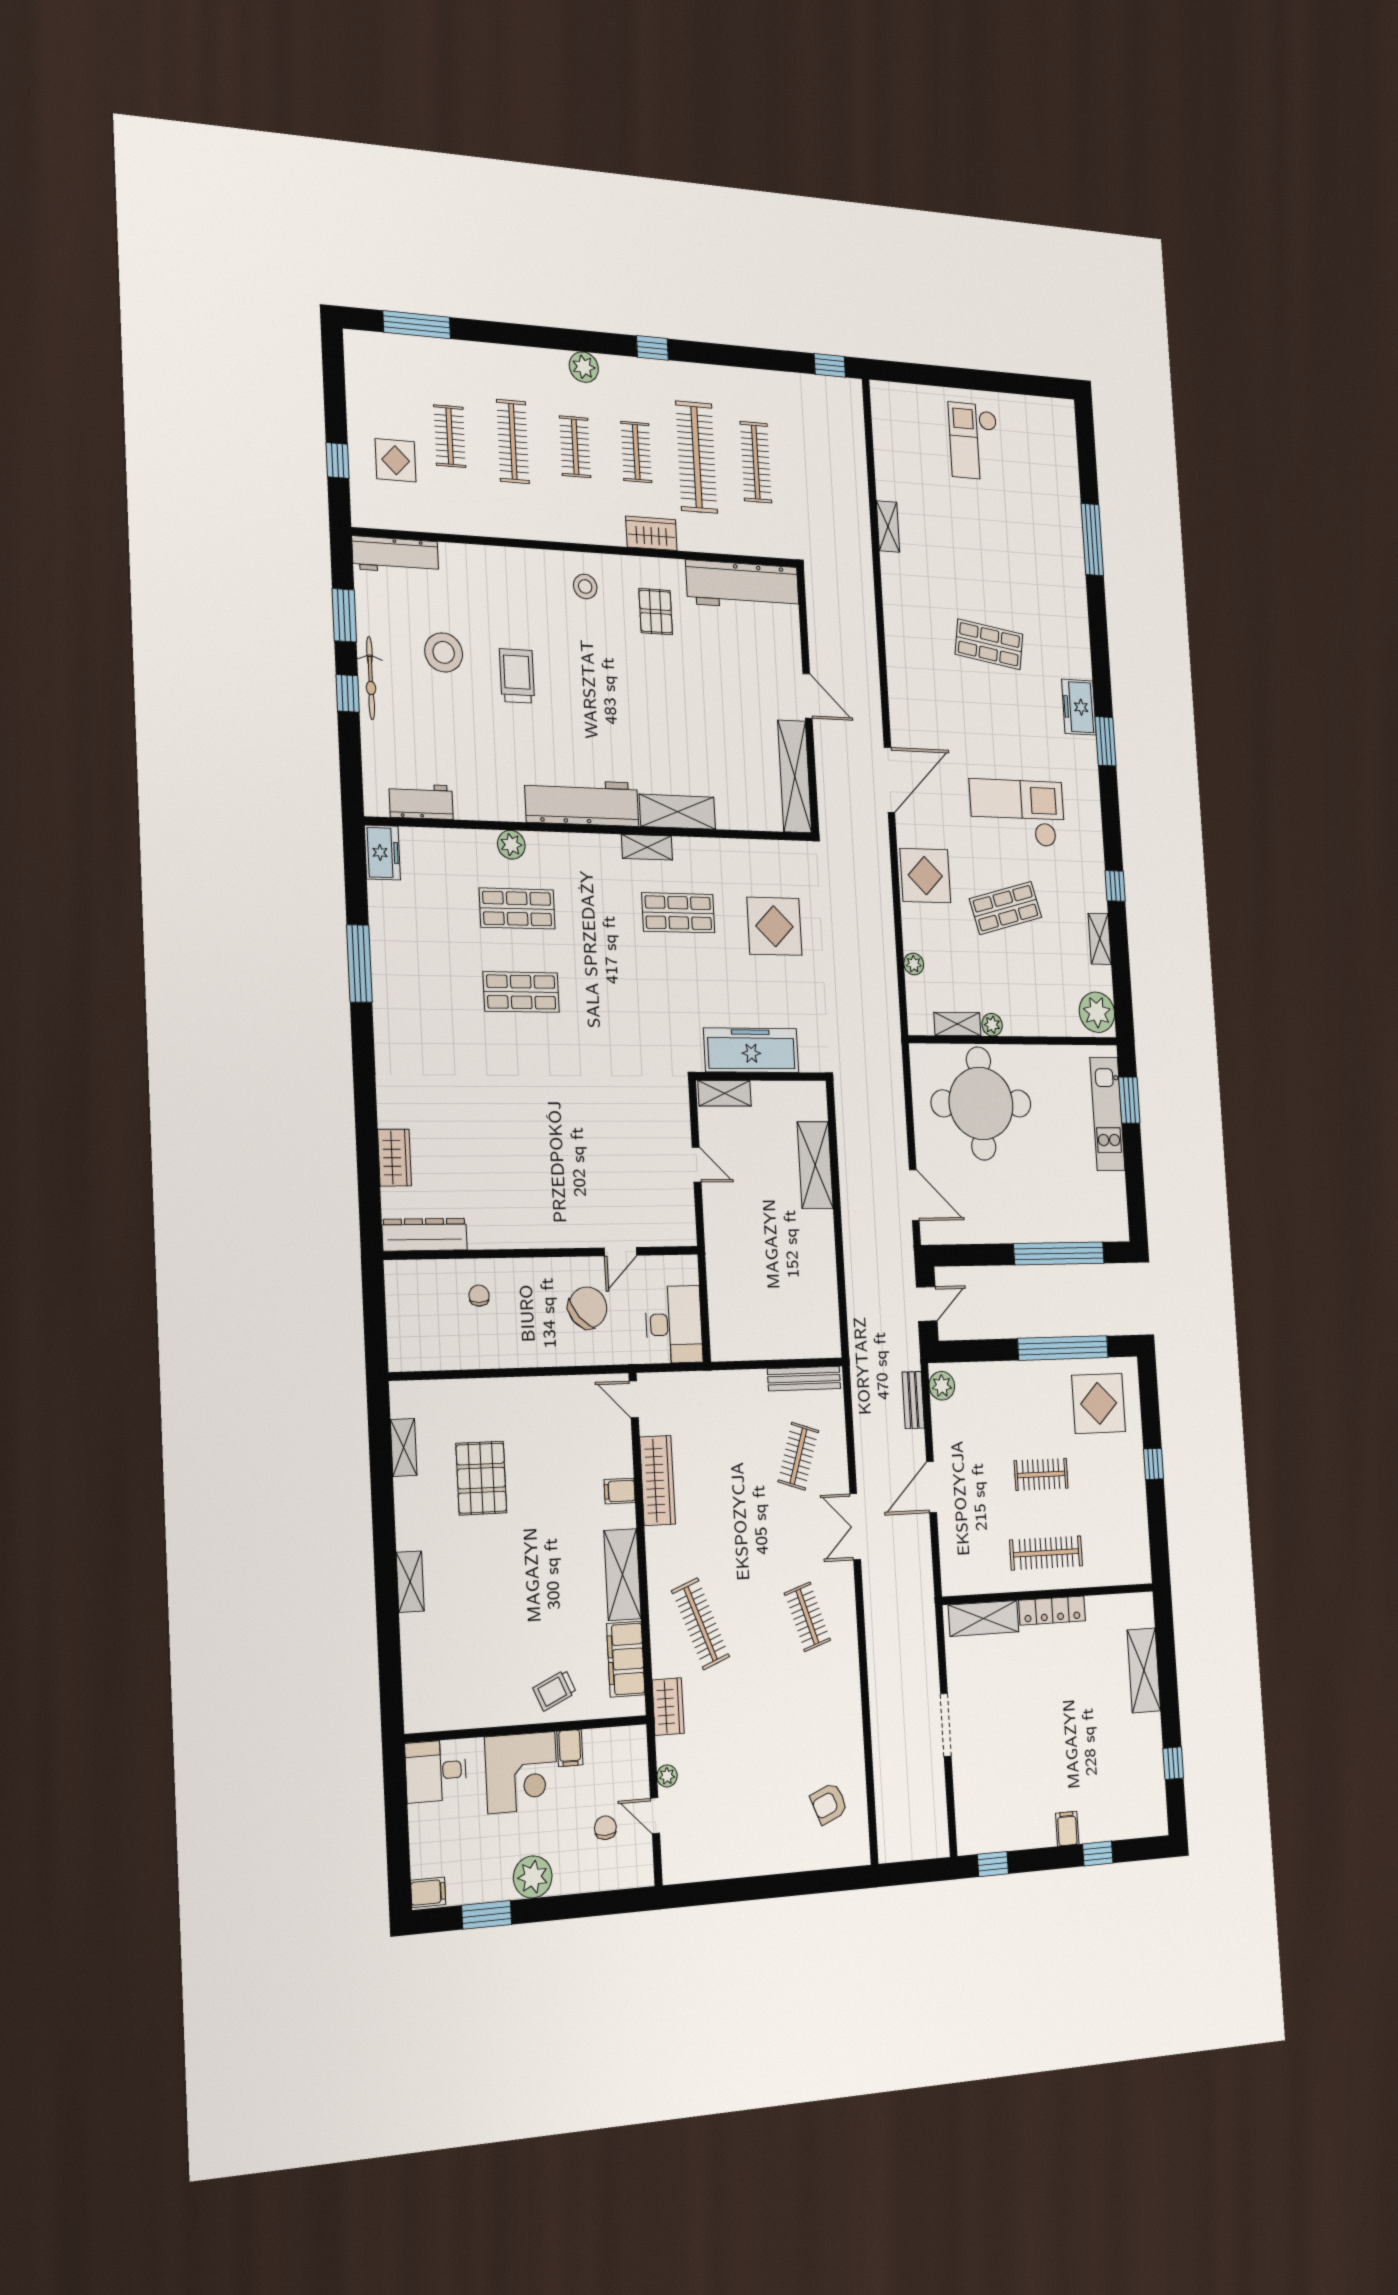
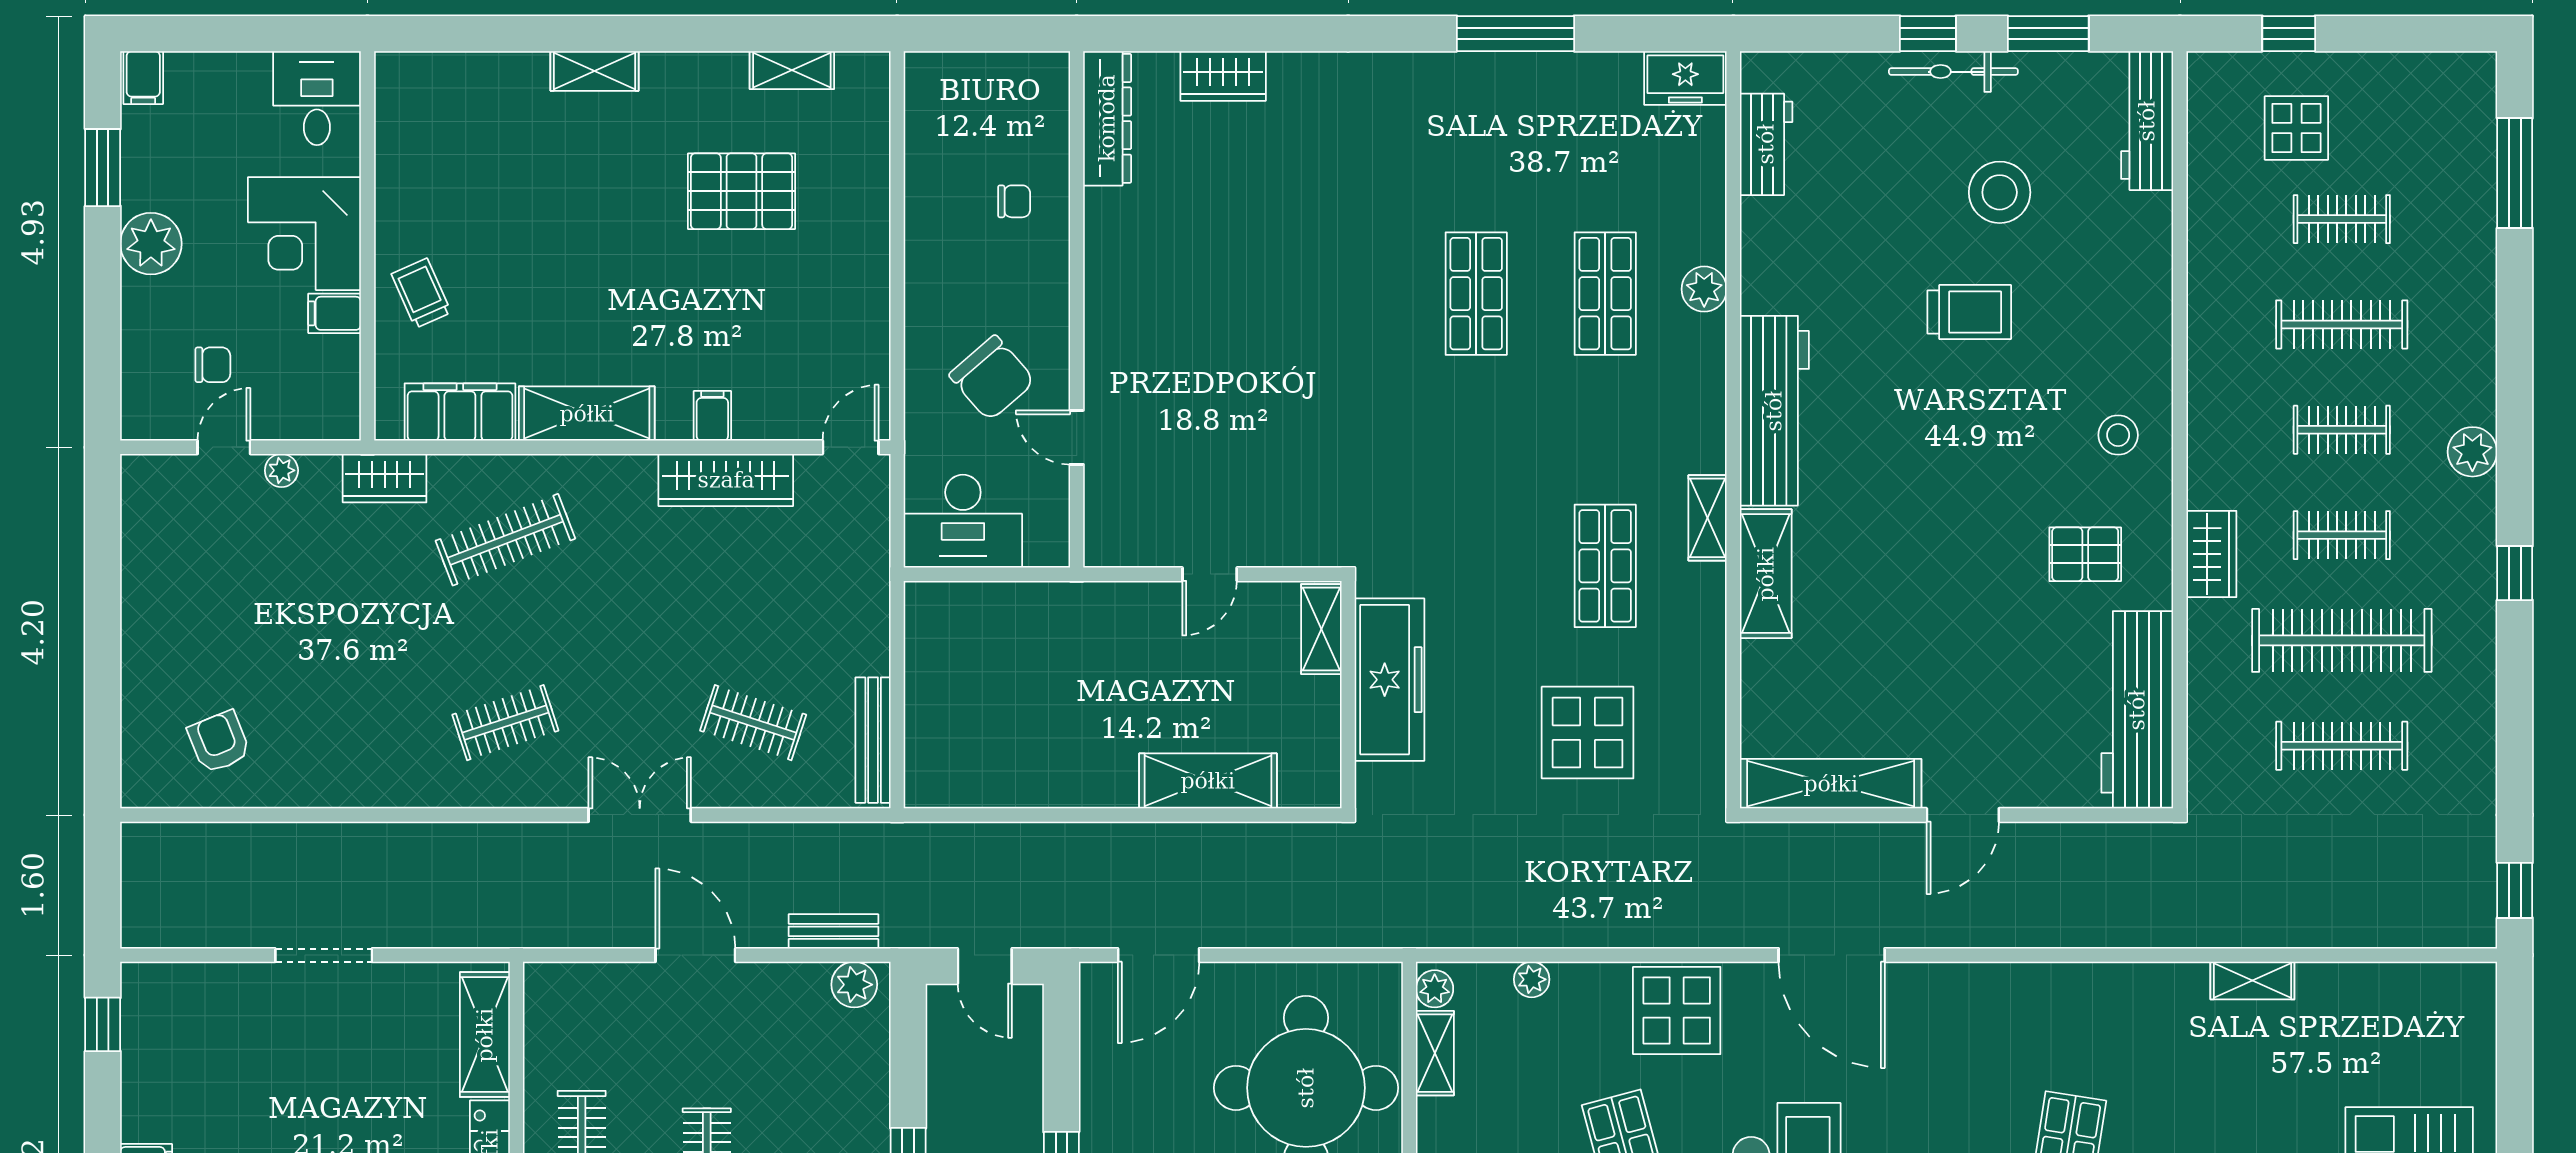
plant: (992, 1025) -> (1435, 989), moved

